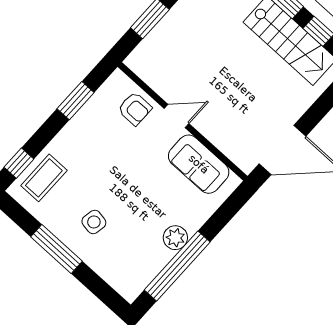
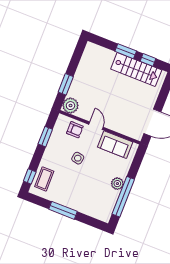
plant: (144, 61) -> (70, 106), added
door: (177, 116) -> (96, 126), hinge flipped
side table: (94, 222) -> (78, 158), moved

